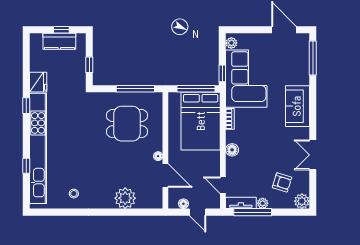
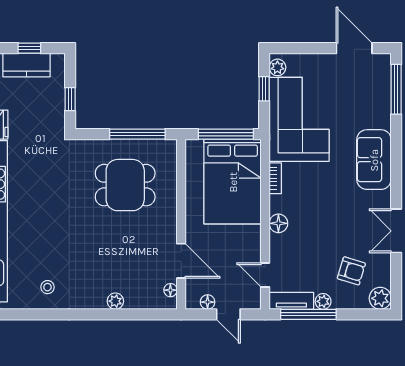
window: (222, 73) -> (264, 89), moved
floor lamp: (158, 156) -> (170, 290), moved
plant: (125, 198) -> (115, 301), width x0.53, depth x0.53

